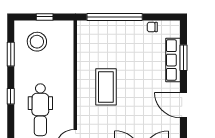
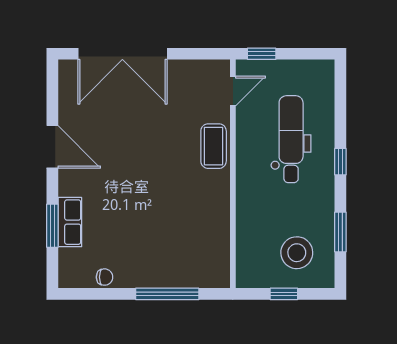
window: (115, 17) -> (167, 294), width x0.68
row of seats: (173, 60) -> (70, 222), width x0.68
coffee table: (106, 87) -> (214, 146), moved, width x0.73, depth x0.76

